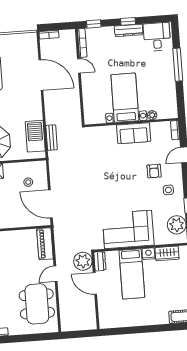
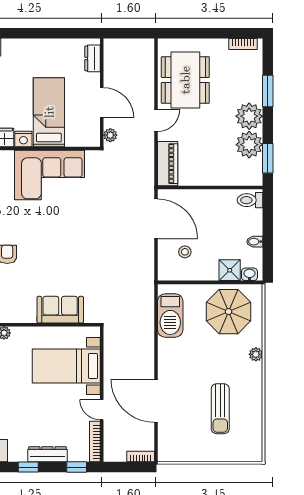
dresser: (129, 30) -> (47, 454), moved
bed with nightstands: (125, 98) -> (66, 366), moved, turned 90
sofa: (134, 133) -> (60, 310), moved
bench: (52, 138) -> (147, 312), removed
plant: (83, 261) -> (110, 135), width x0.53, depth x0.53
dresser: (100, 261) -> (92, 58), moved

